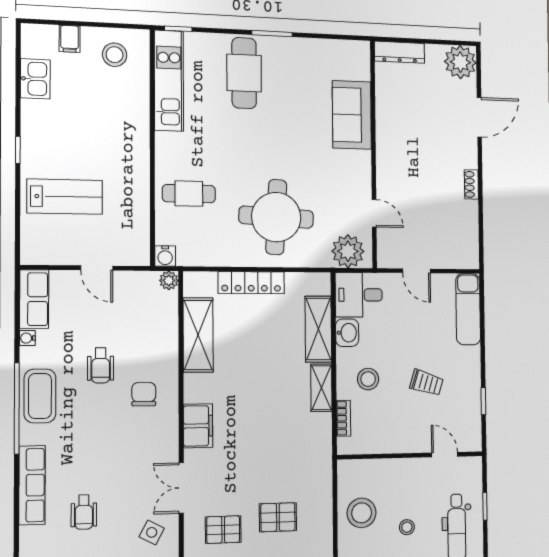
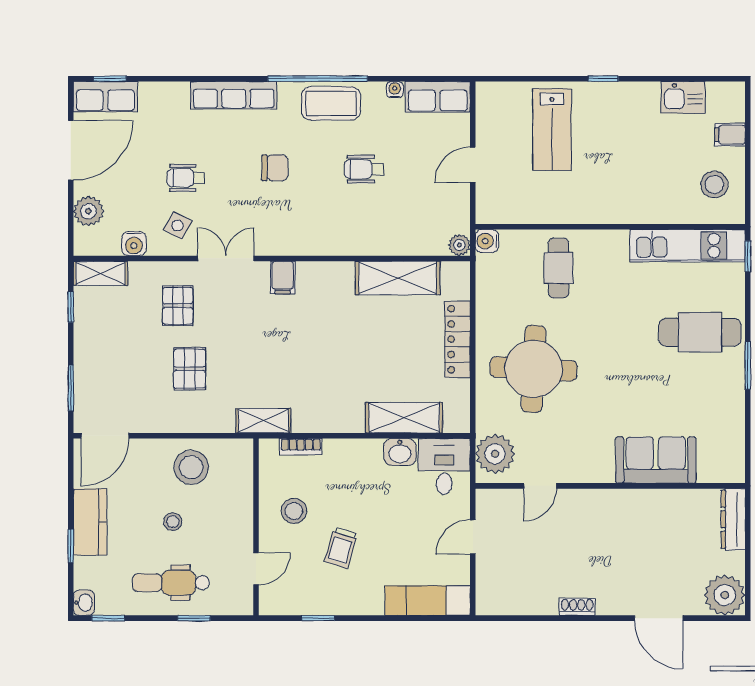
stool: (368, 379) -> (294, 511), moved
shelving: (321, 388) -> (263, 421), moved
chair: (144, 394) -> (275, 168), moved
filing cabinet: (198, 426) -> (283, 278), width x0.50
wheelchair: (84, 512) -> (186, 178), moved

